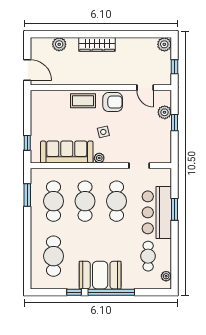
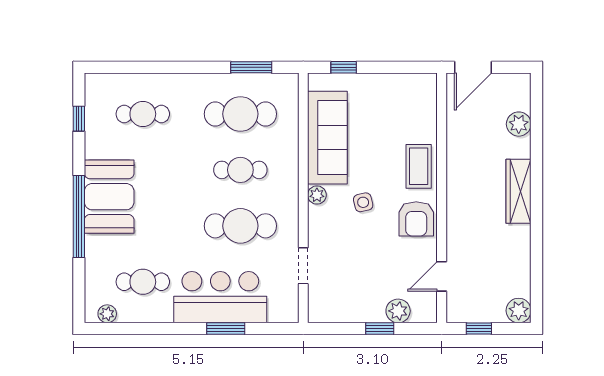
cafe table: (85, 201) -> (240, 170), width x0.73, depth x0.74
cafe table: (54, 256) -> (143, 114), width x0.73, depth x0.74
window: (74, 292) -> (79, 119), moved

